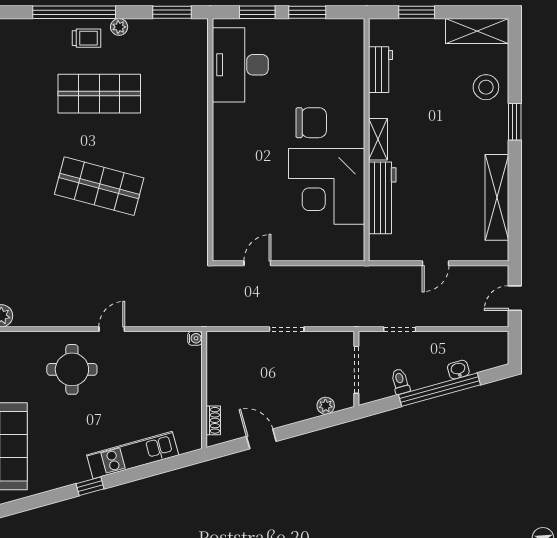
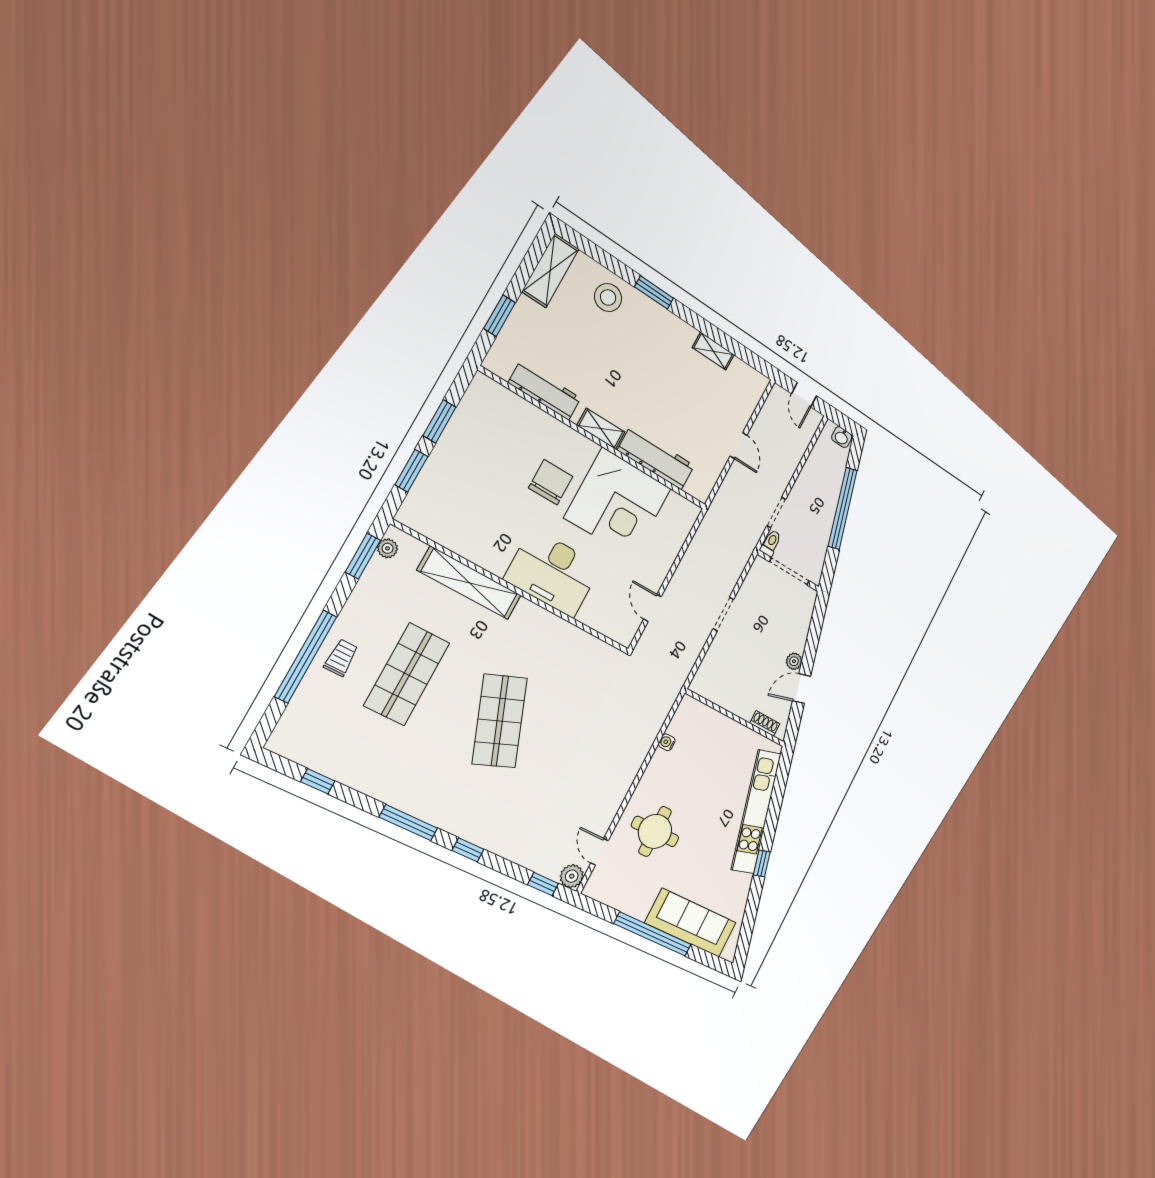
plant: (119, 27) -> (388, 548), moved
desk: (240, 65) -> (553, 573), moved
workbench: (381, 70) -> (545, 391), width x1.37
shelving: (196, 103) -> (470, 583), added
shop shelf: (99, 186) -> (500, 721), turned -36
shelving: (497, 197) -> (713, 351), width x0.45, depth x0.75
door: (112, 329) -> (599, 852), moved
water cooler: (195, 338) -> (667, 742), moved, turned -90
washbasin: (458, 370) -> (842, 437), moved, turned -75
toilet: (400, 381) -> (771, 543), moved, turned 105
plant: (326, 406) -> (794, 661), moved
kitchen unit: (133, 455) -> (756, 812), width x1.36

